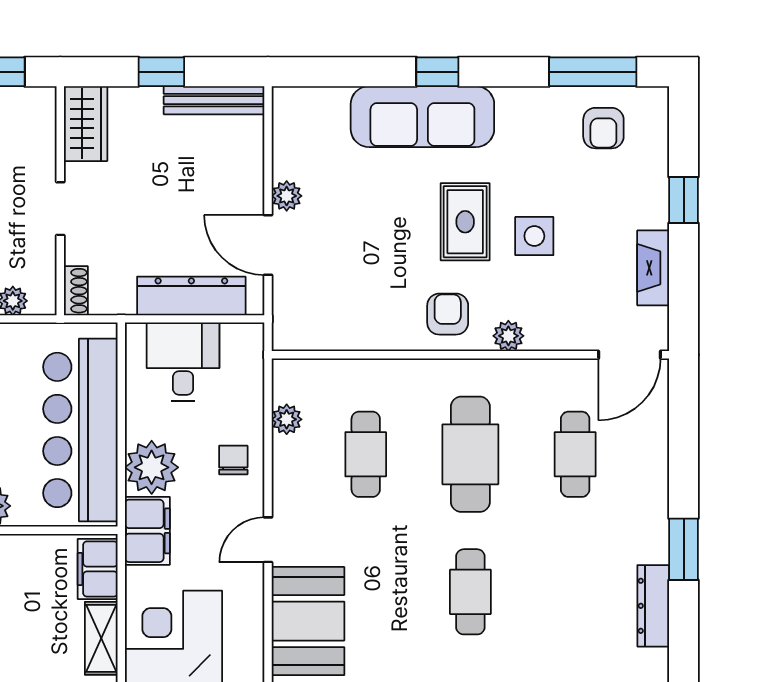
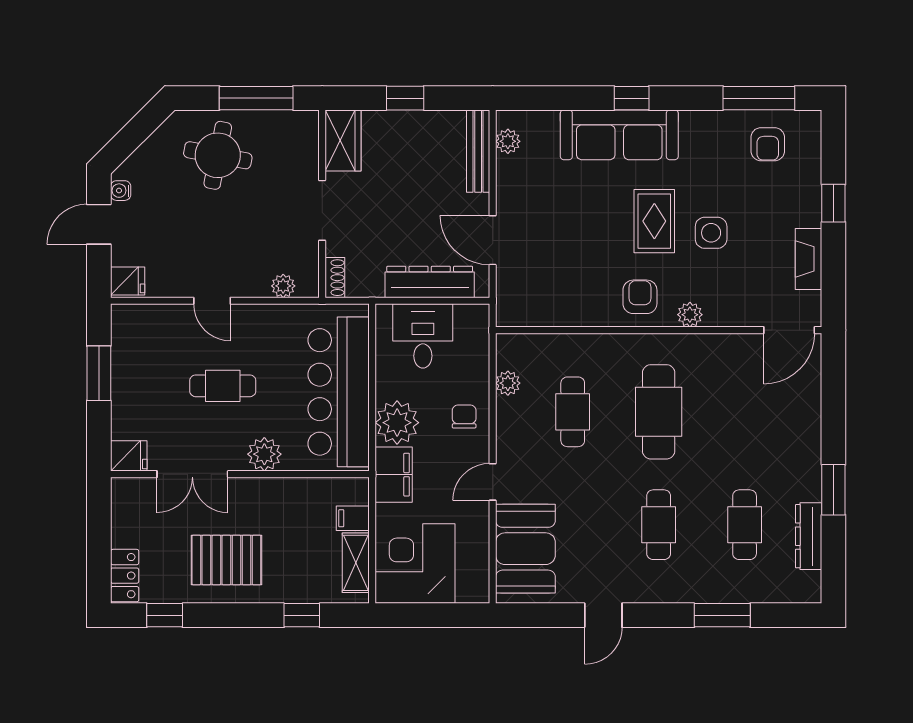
bench: (214, 100) -> (478, 151), moved, turned 90
plant: (287, 196) -> (508, 141), moved
doorway: (60, 209) -> (322, 210), width x1.38
cafe table: (575, 454) -> (745, 525), moved
filing cabinet: (98, 569) -> (353, 518), width x0.50

